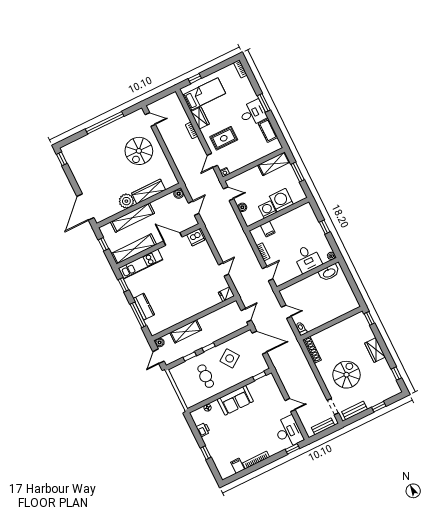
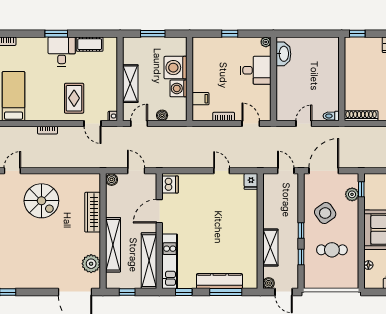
wardrobe: (200, 118) -> (38, 114), removed
shelving: (274, 164) -> (130, 84), moved
plant: (126, 201) -> (91, 264), moved
kitchen counter: (144, 307) -> (219, 281), width x1.50
plant: (252, 371) -> (352, 194), added

